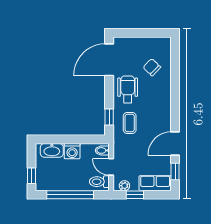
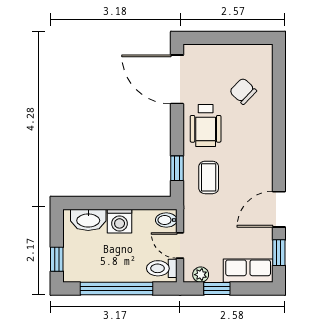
door: (109, 60) -> (177, 79), hinge flipped
wheelchair: (128, 89) -> (206, 125), turned 180

